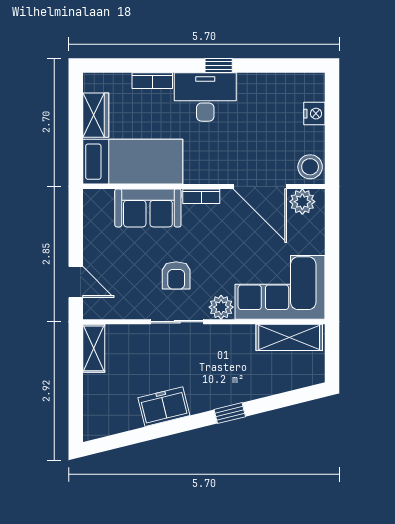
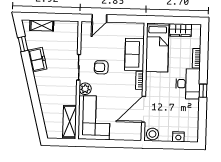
plant: (302, 202) -> (136, 130), removed
shelving: (94, 348) -> (42, 26), moved
window: (230, 413) -> (23, 44), moved

